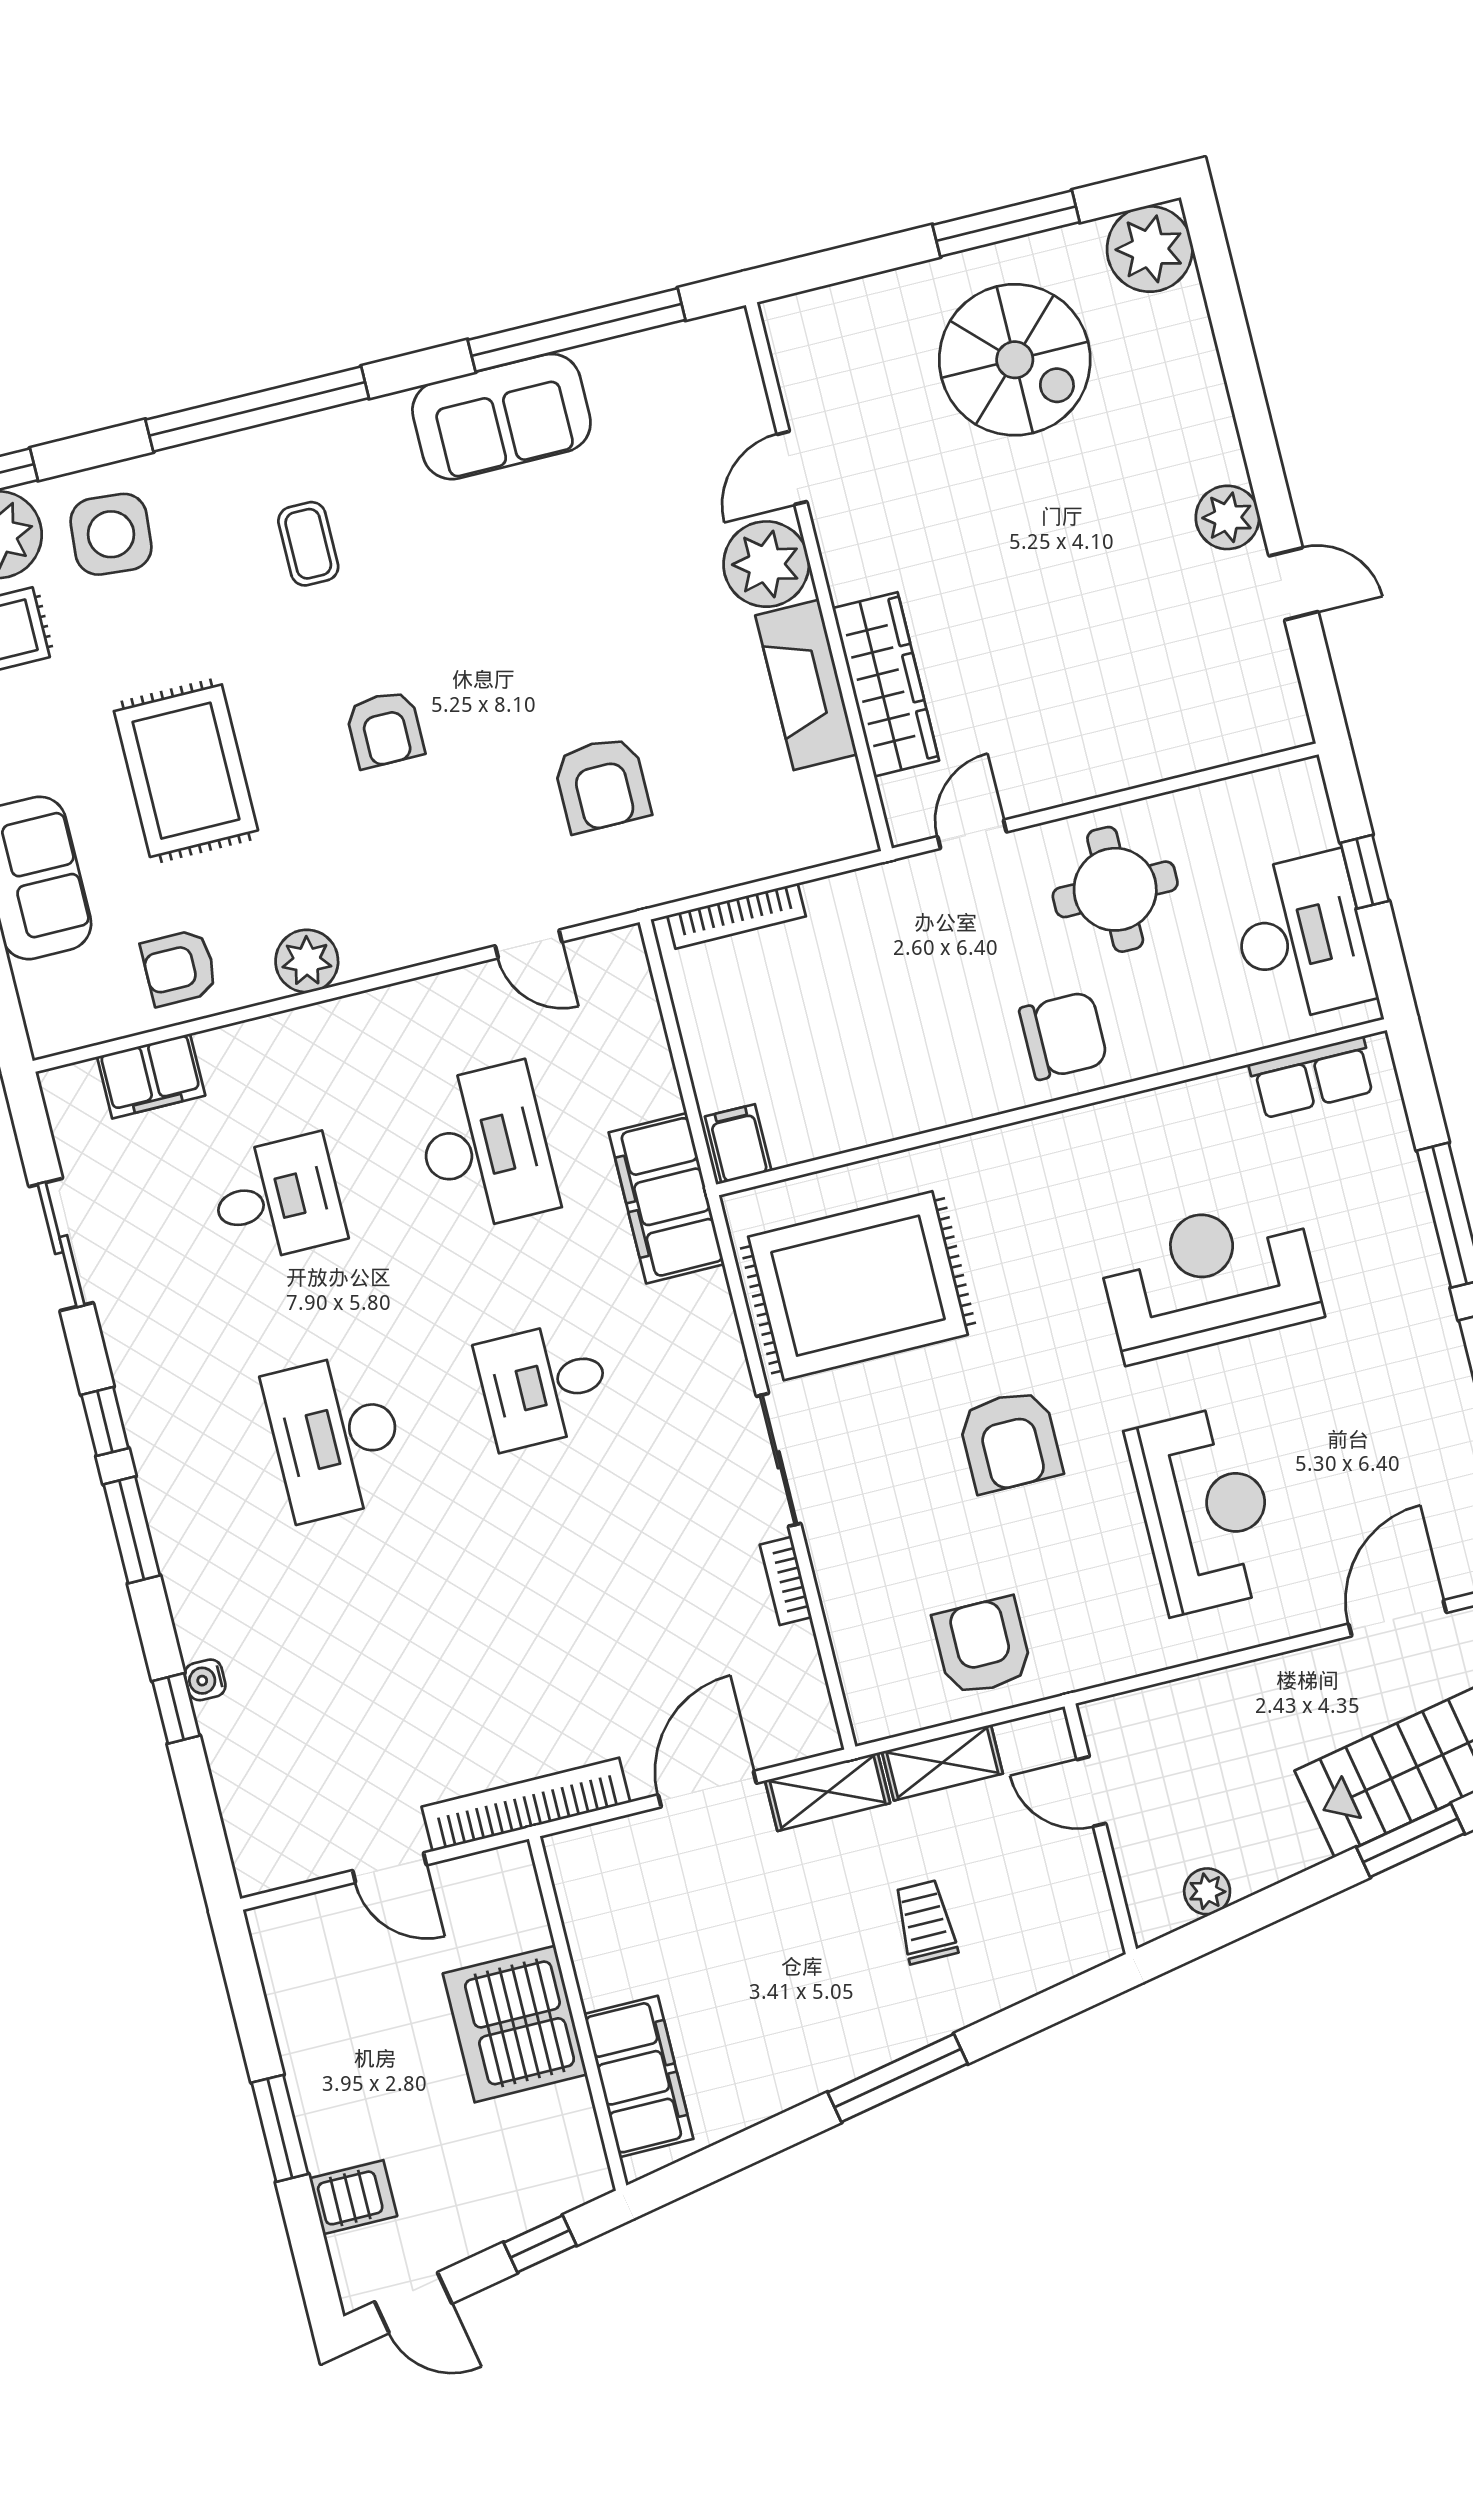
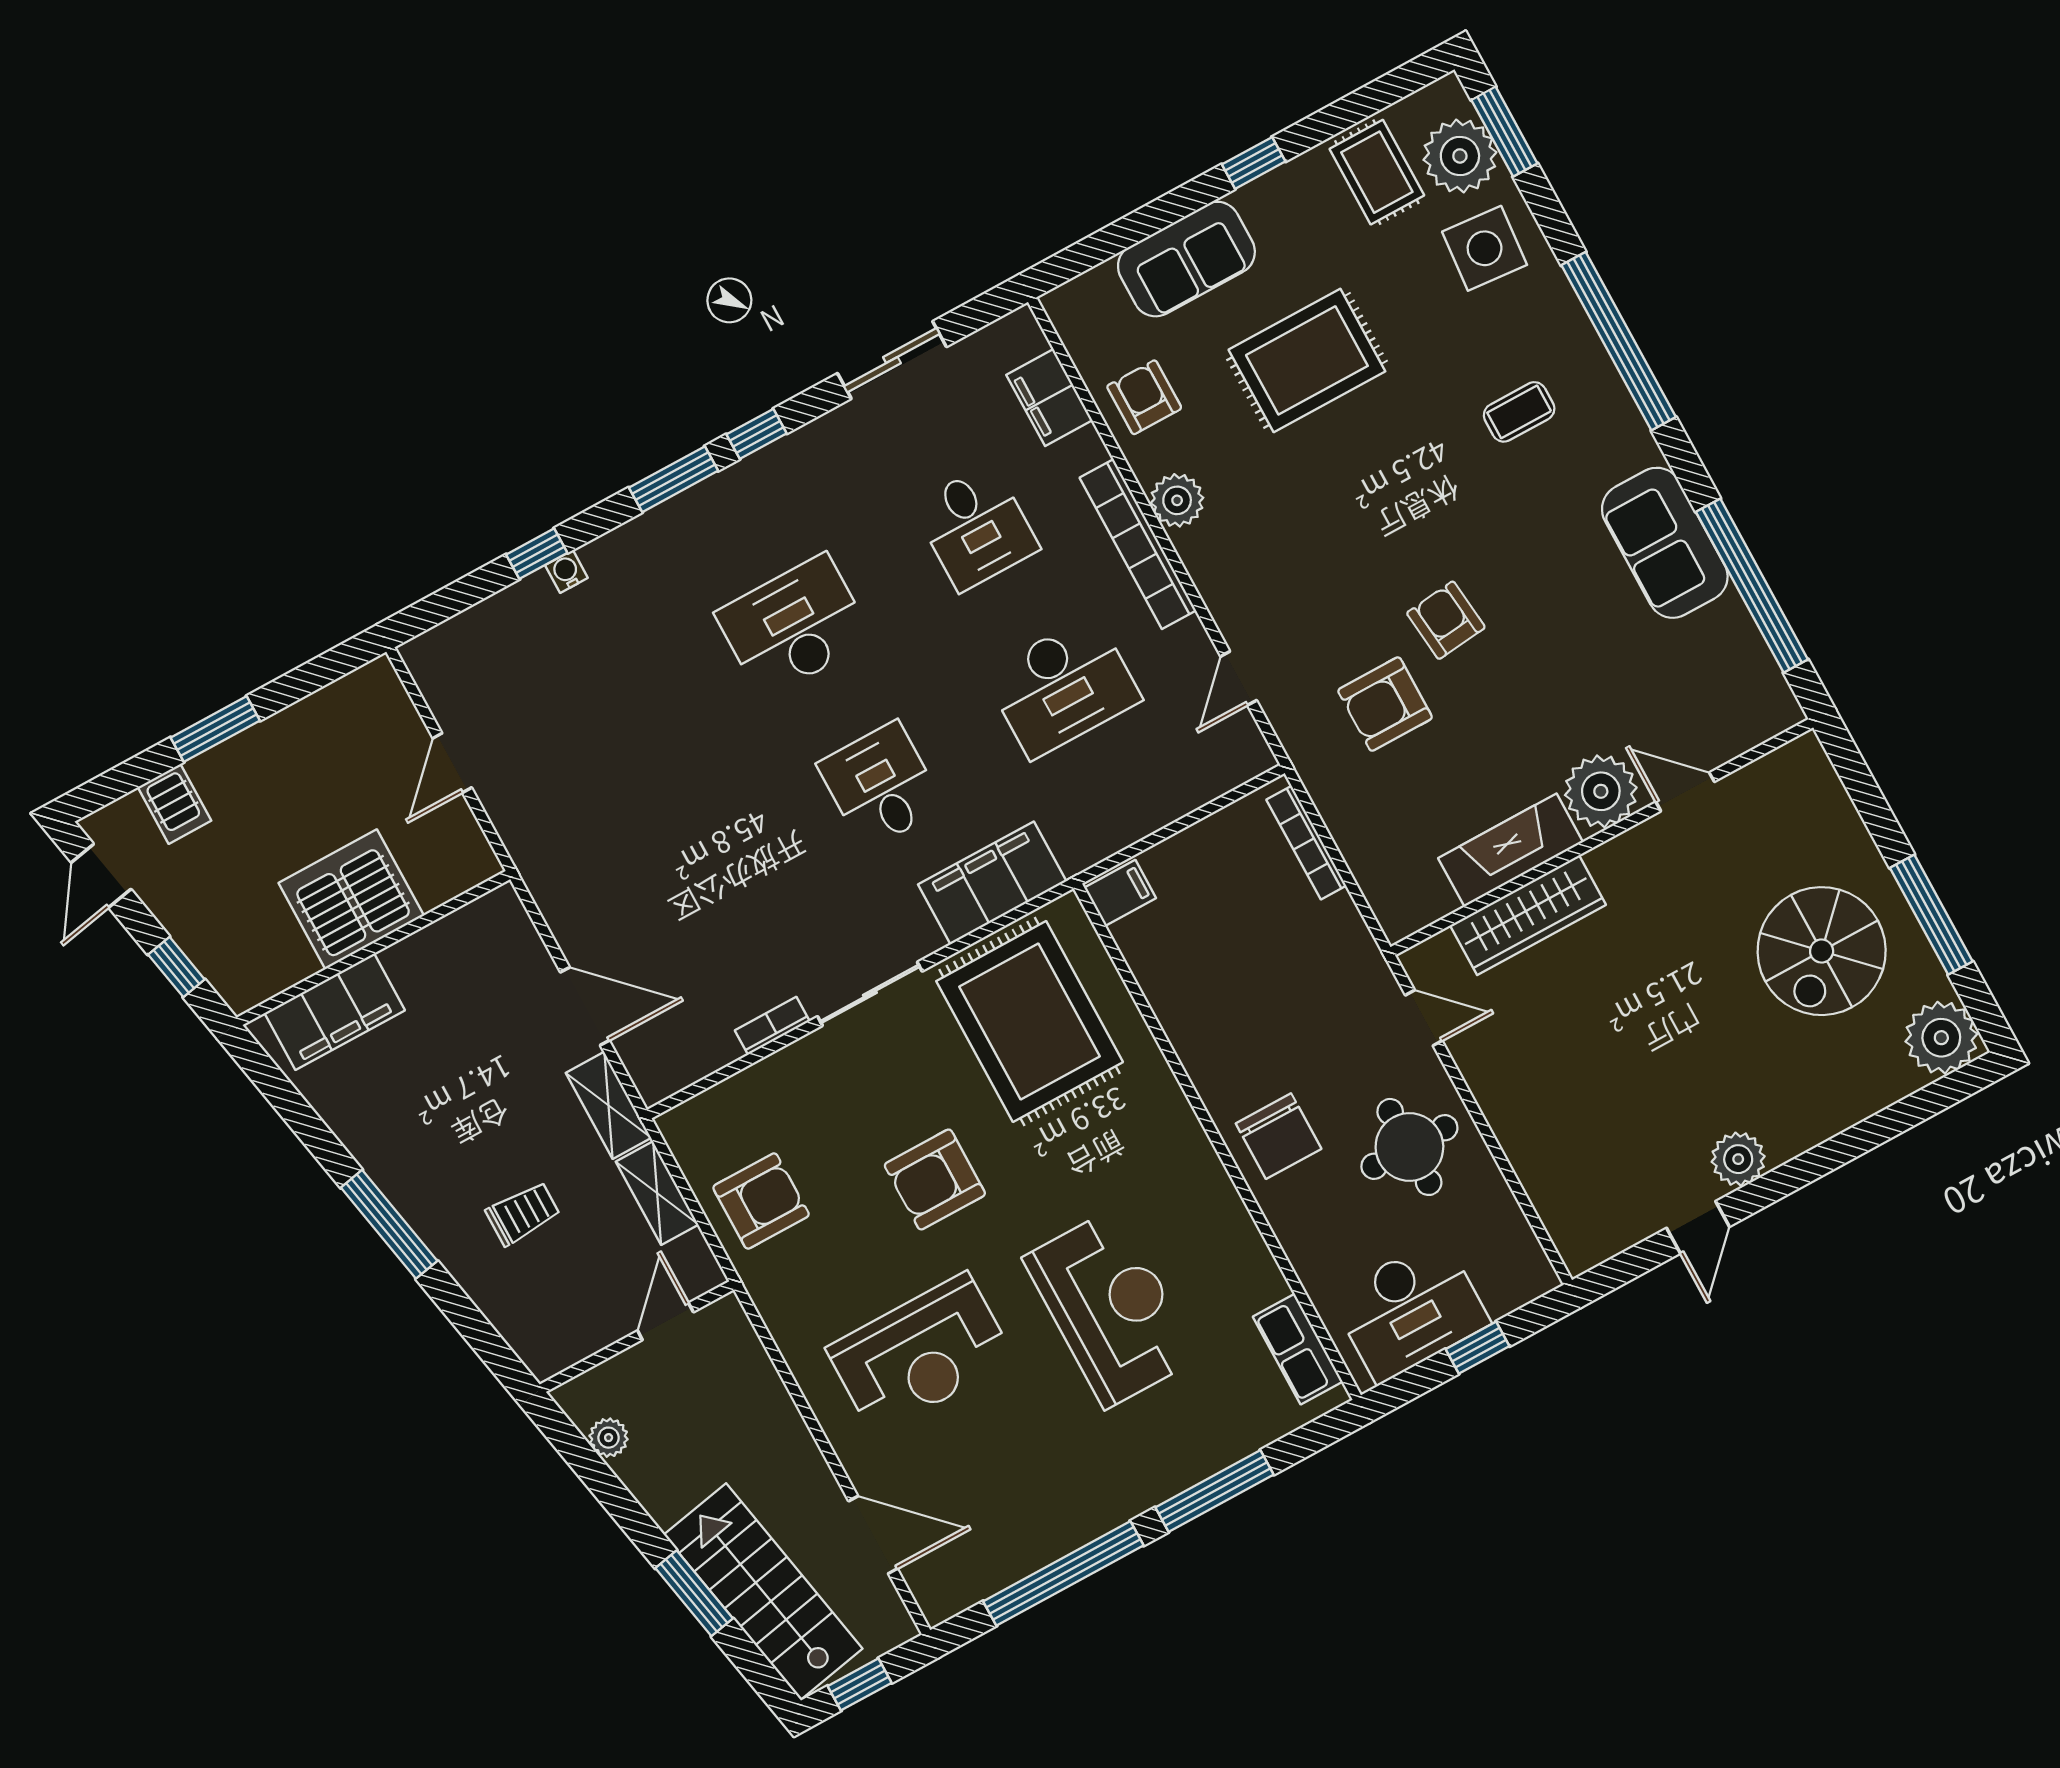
armchair: (385, 729) -> (1446, 620), moved, turned 84
filing cabinet: (667, 1198) -> (992, 883), moved
bookcase: (526, 1805) -> (1138, 544), moved, turned 180

